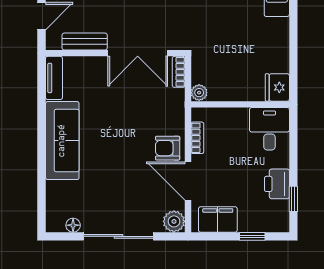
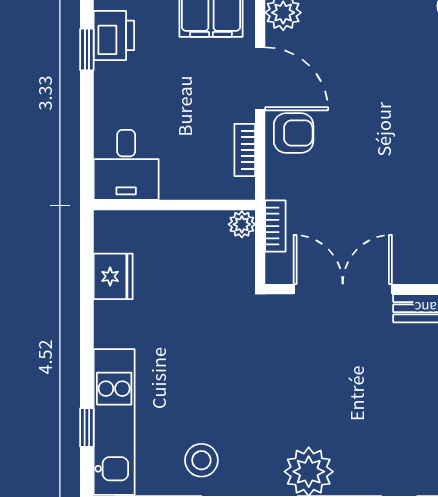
bookcase: (179, 72) -> (275, 226), moved
fridge: (277, 87) -> (113, 276), moved
printer: (277, 184) -> (114, 35), moved

